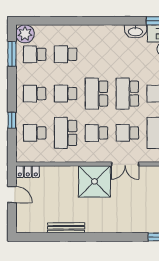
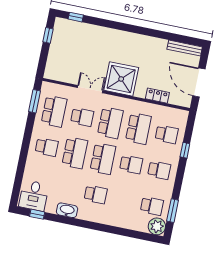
washbasin: (135, 31) -> (67, 210), moved
school desk: (66, 54) -> (96, 194), moved
school desk: (96, 133) -> (110, 123), width x1.85
locker: (28, 172) -> (157, 96), moved
door: (12, 195) -> (199, 82), width x1.88
bench: (66, 228) -> (185, 48), moved

